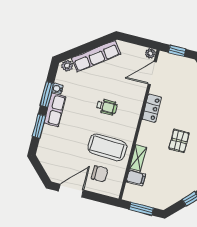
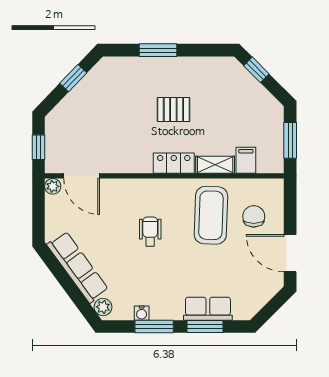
locker: (152, 108) -> (174, 163), moved
row of seats: (55, 110) -> (208, 309), moved

